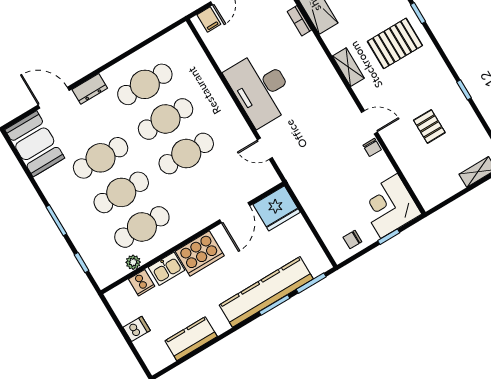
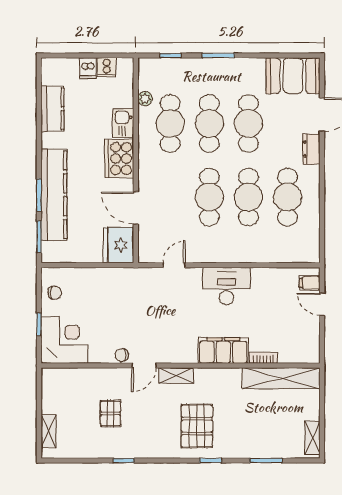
filing cabinet: (314, 60) -> (223, 350), added
shelving: (348, 67) -> (176, 375), moved
desk: (261, 88) -> (226, 286), width x0.73, depth x0.77
pallet: (429, 126) -> (111, 413), turned 90
chair: (352, 240) -> (55, 293), turned 90
cooker: (142, 283) -> (107, 67), moved, turned -90

